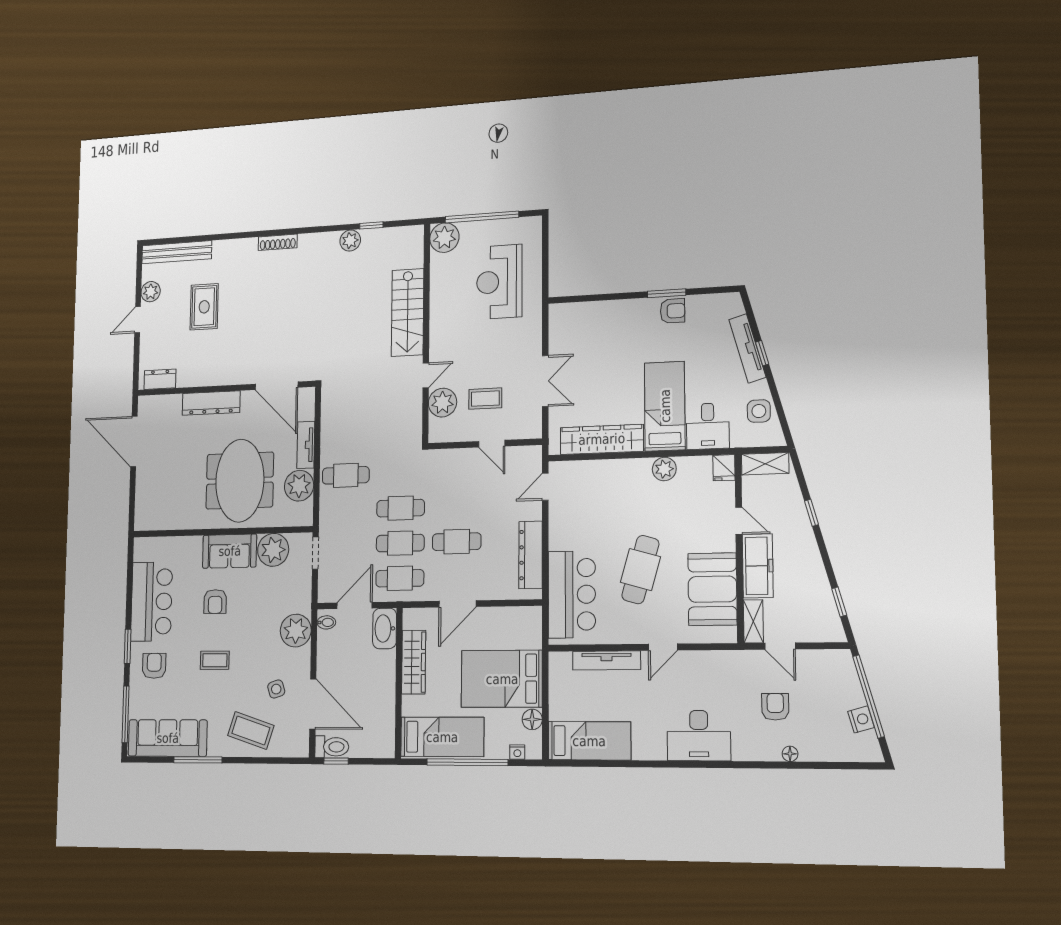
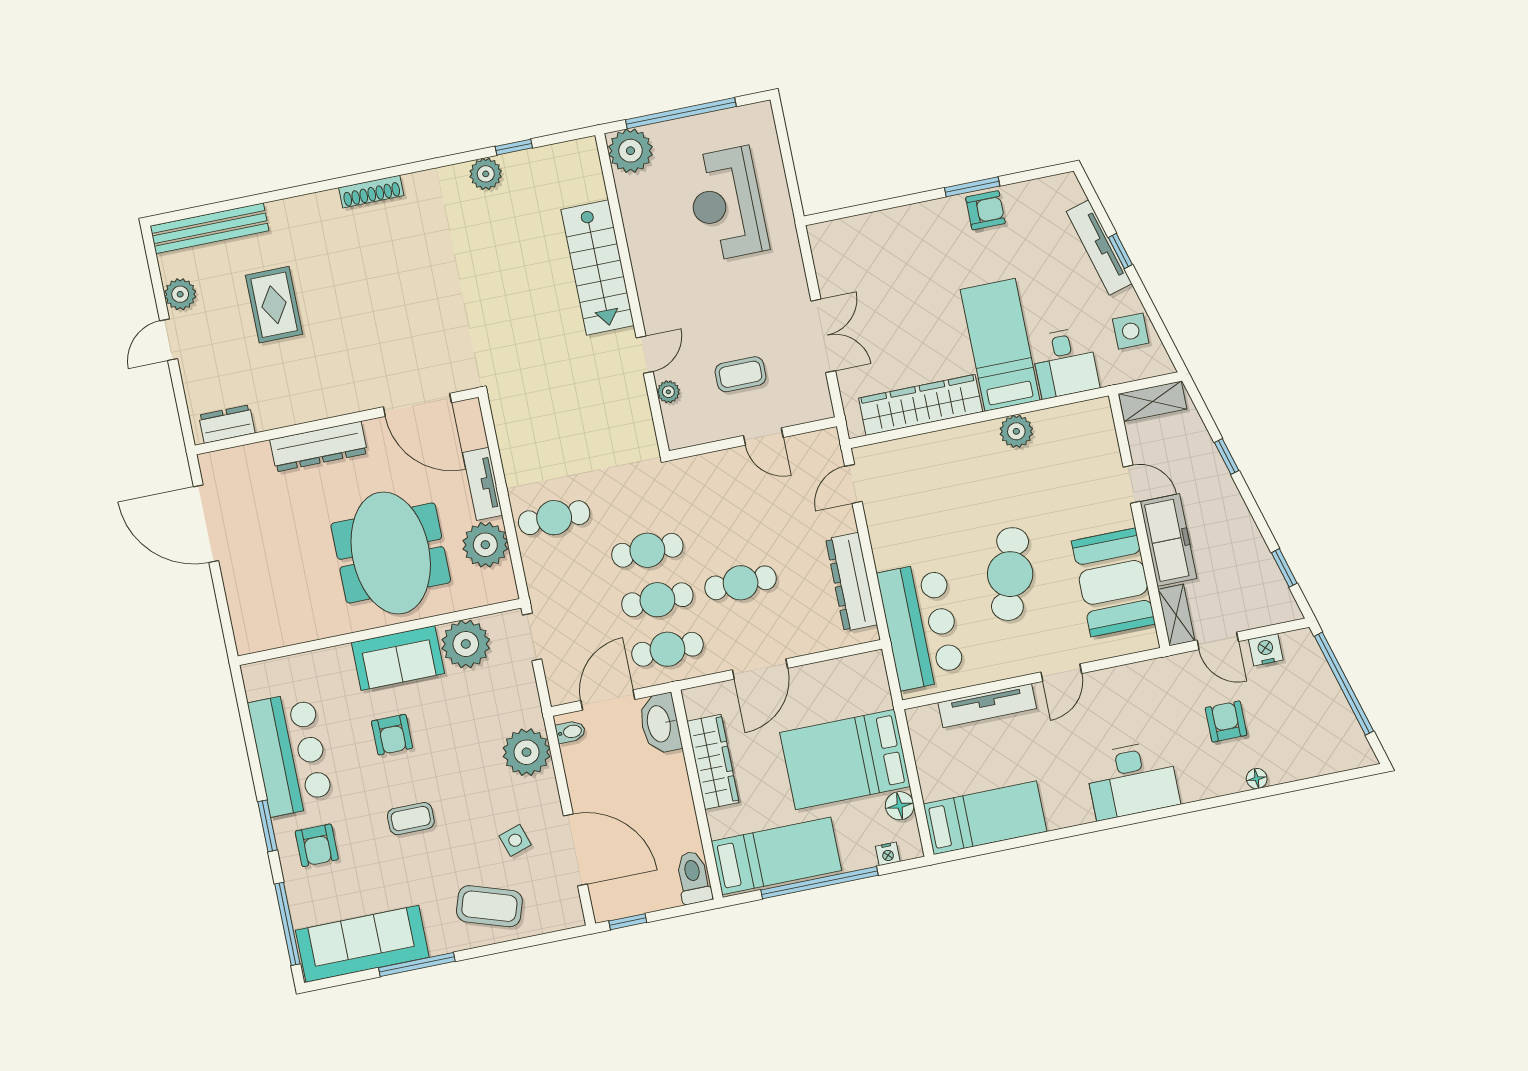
plant: (442, 403) -> (668, 392), width x0.53, depth x0.53
fridge: (724, 468) -> (1098, 416), removed
armchair: (154, 666) -> (317, 845), turned 180
nightstand: (861, 719) -> (1266, 650), moved, turned -74
toilet: (332, 747) -> (693, 878), moved, turned -90

